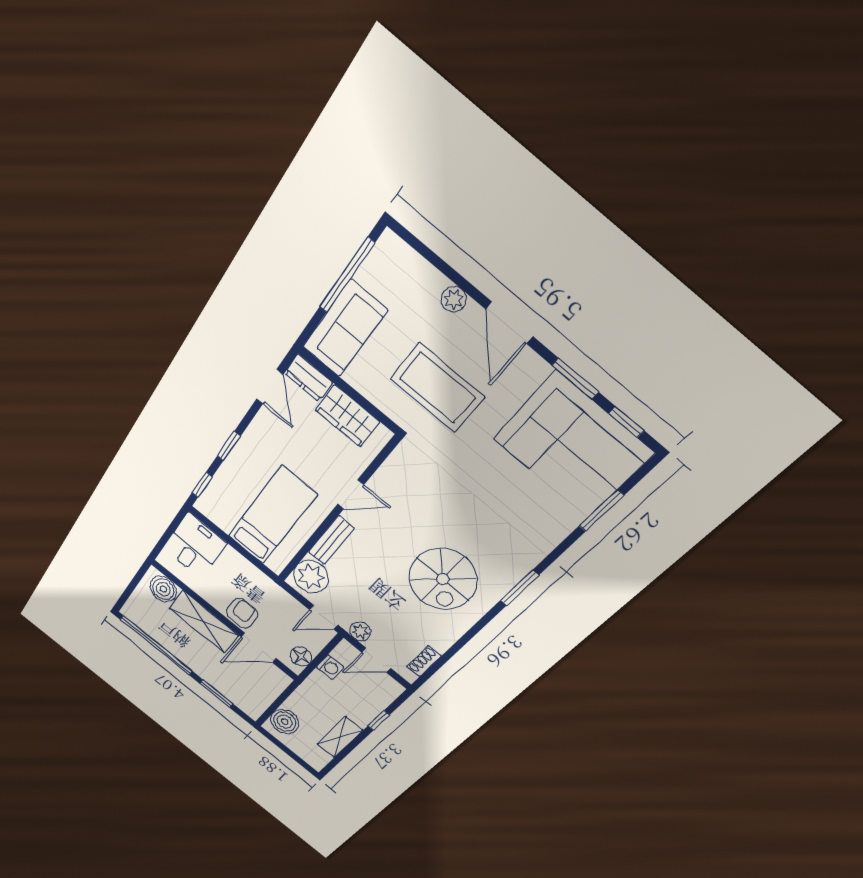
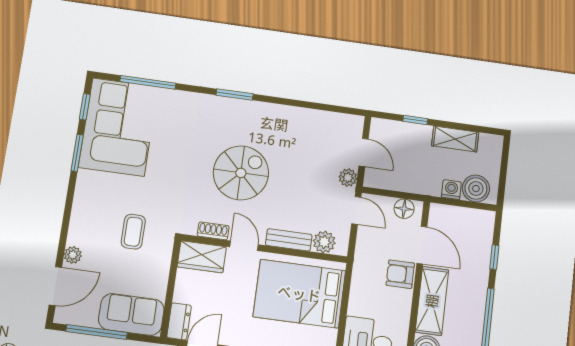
door: (509, 323) -> (55, 286), moved
coffee table: (437, 388) -> (133, 232), width x0.54, depth x0.58
wardrobe: (348, 416) -> (202, 257), moved, turned 90
window: (601, 511) -> (148, 82), width x1.44
bed: (272, 516) -> (299, 294), width x1.50
plant: (311, 577) -> (324, 242), width x0.73, depth x0.73
spiral stairs: (443, 579) -> (241, 173), moved
shoe rack: (424, 661) -> (213, 231), moved, turned 180
washing machine: (330, 667) -> (451, 190), moved
window: (216, 694) -> (494, 257), width x0.67

